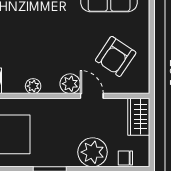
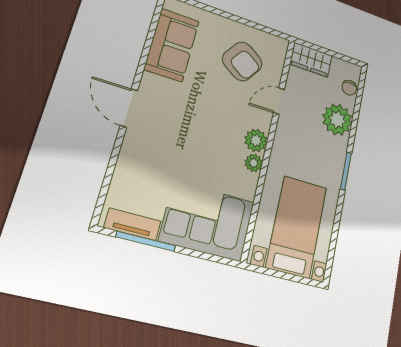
plant: (70, 84) -> (256, 140), moved

